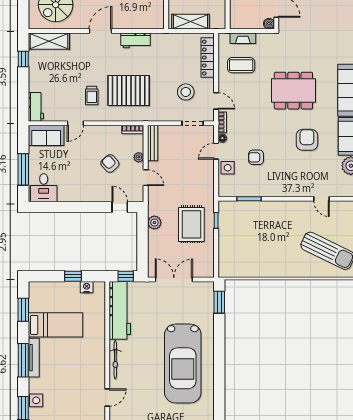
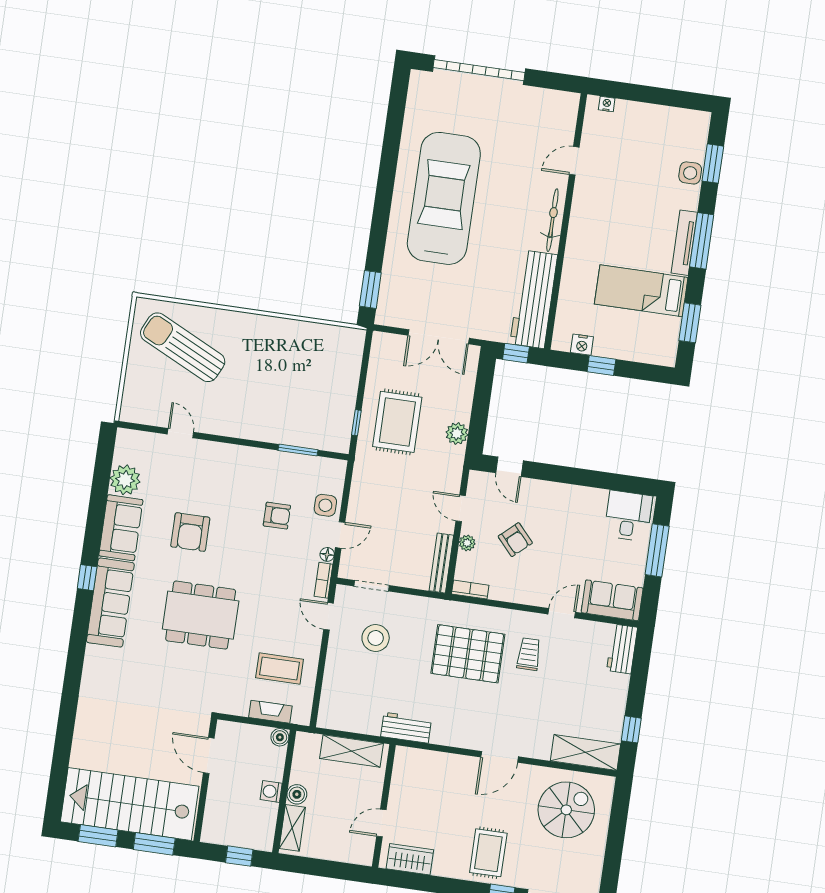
boiler: (269, 24) -> (280, 737), moved
workbench: (136, 40) -> (406, 728), moved
locker: (208, 58) -> (332, 689), removed

